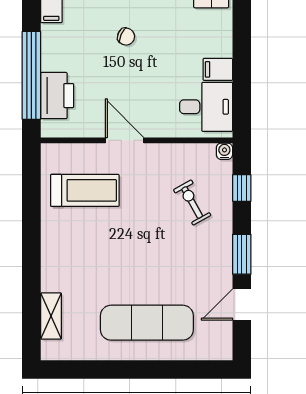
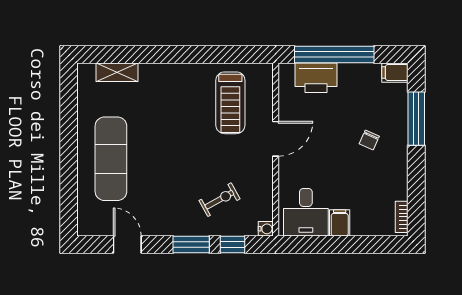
window: (242, 254) -> (191, 244), moved

